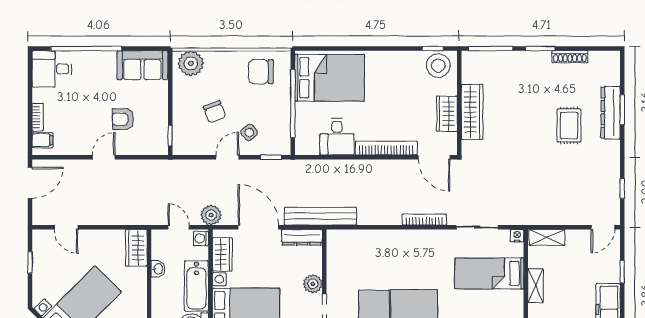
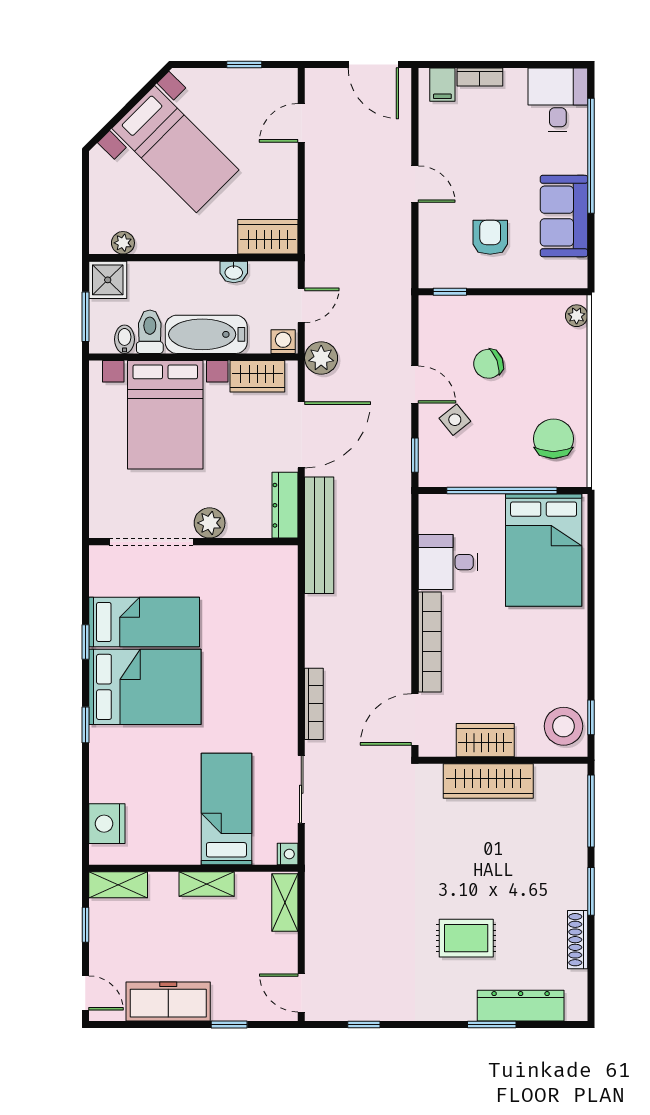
plant: (191, 63) -> (577, 316), width x0.53, depth x0.53
sofa: (142, 65) -> (564, 216), moved
dresser: (611, 113) -> (521, 1006), moved
armchair: (123, 119) -> (490, 237), moved

